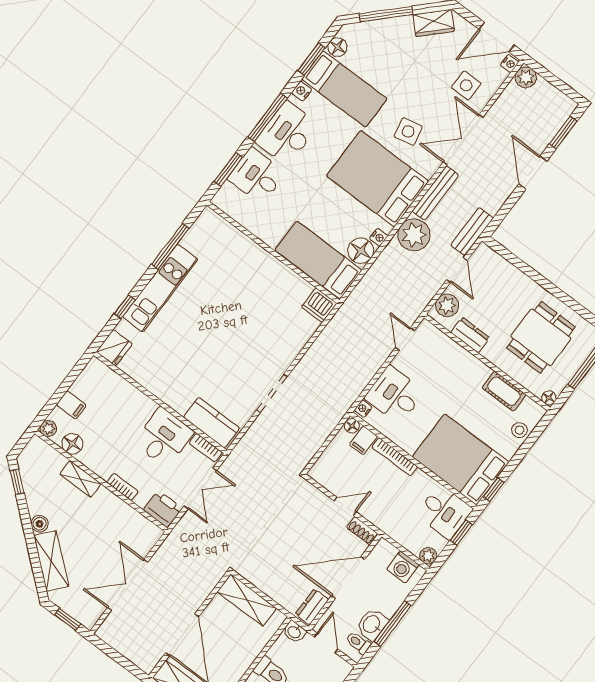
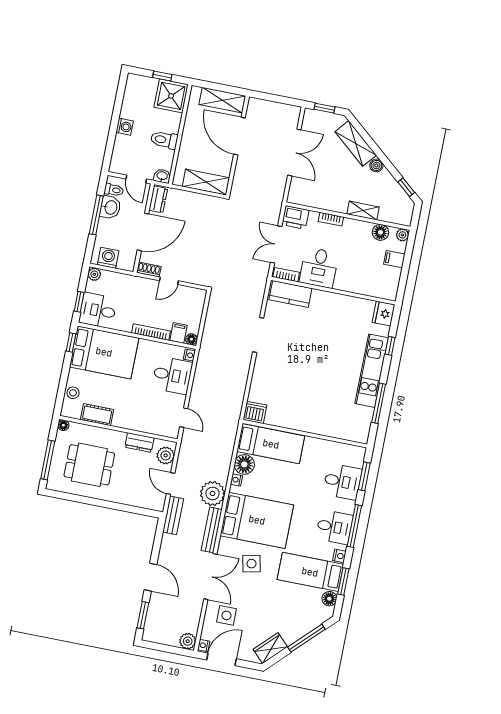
desk: (287, 133) -> (334, 527), width x0.73
dining table: (541, 337) -> (89, 465), turned 90

